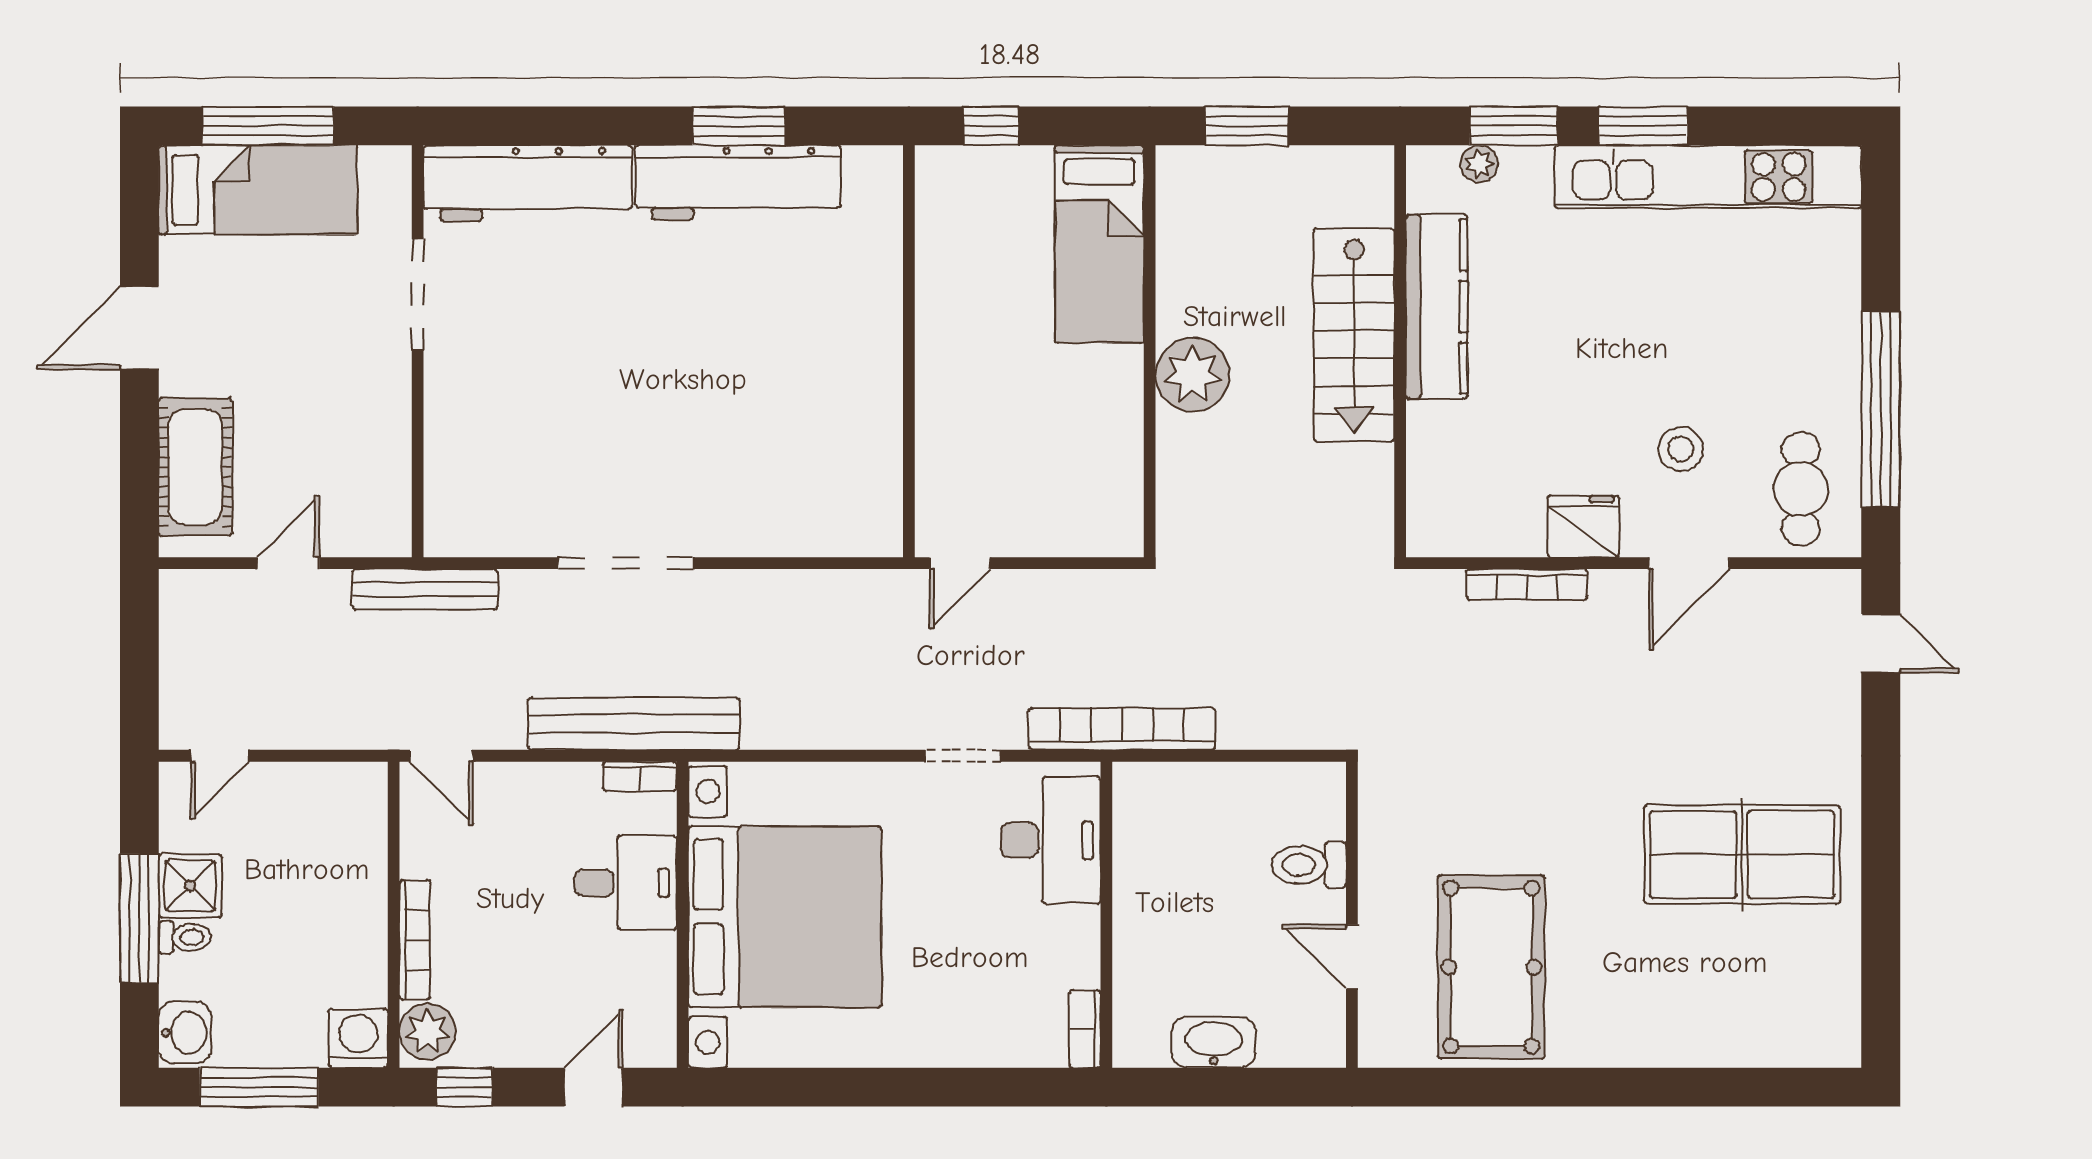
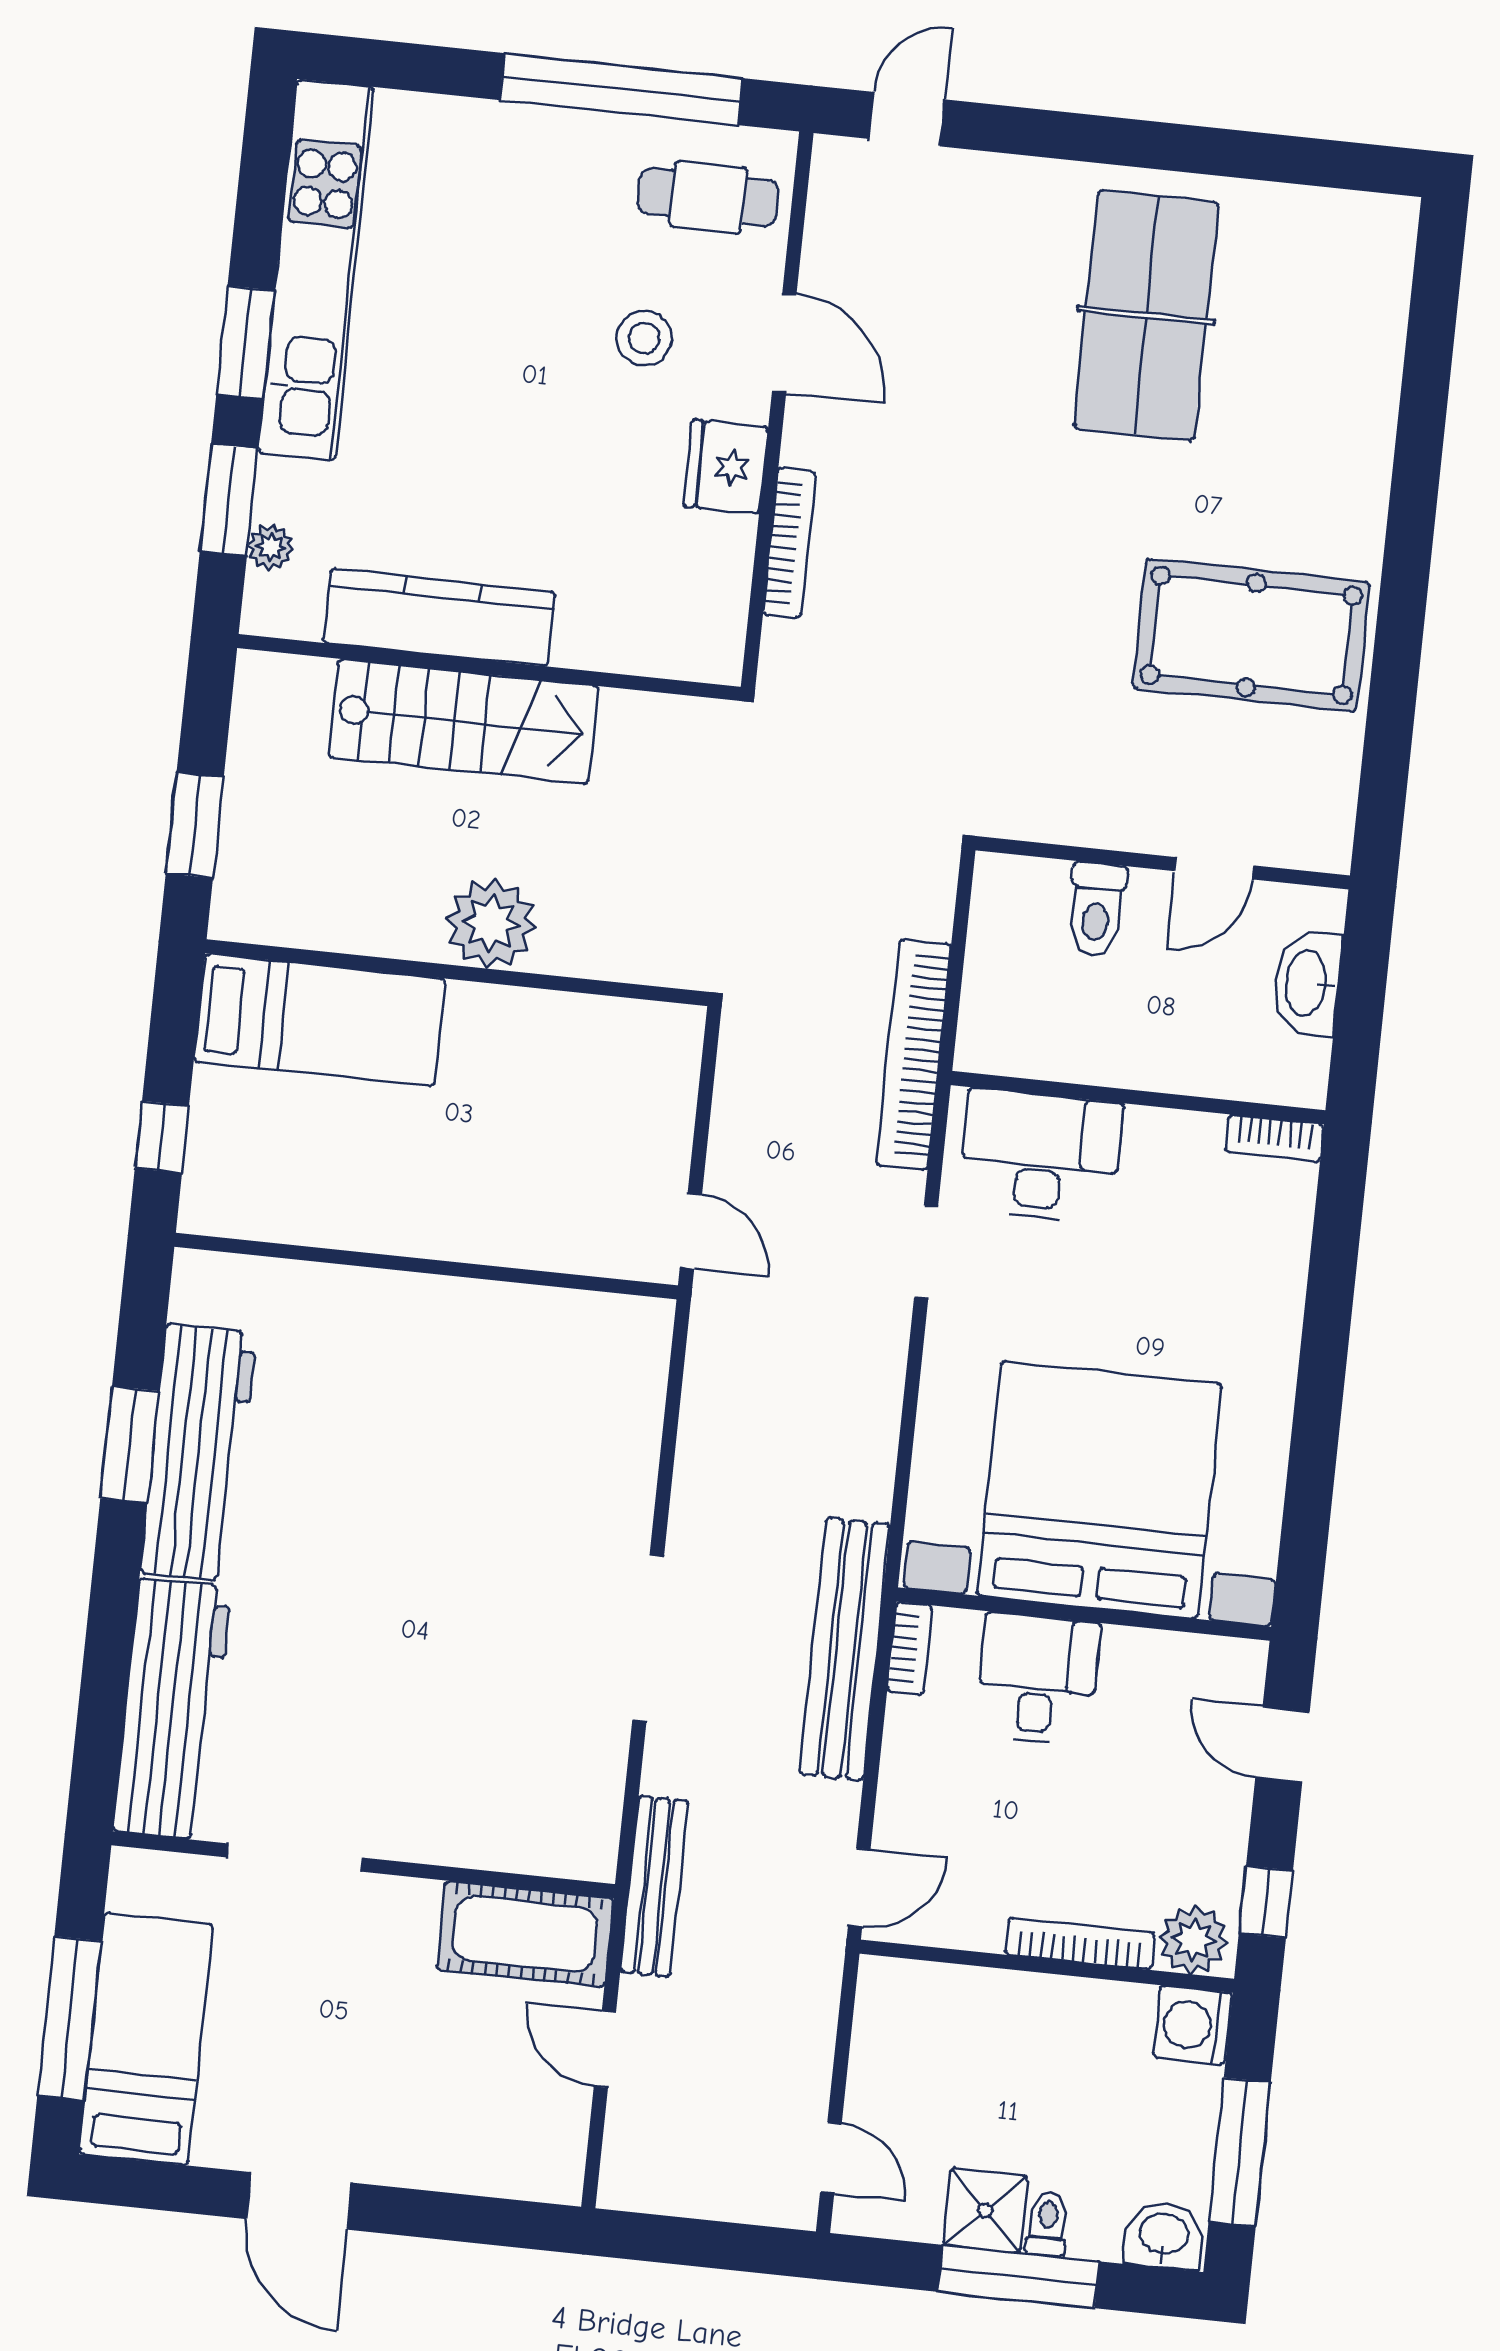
cot: (195, 467) -> (525, 1934), moved
toilet: (1309, 865) -> (1097, 909), moved
wall: (1352, 915) -> (1163, 863), moved
door: (1352, 957) -> (1214, 868), moved

